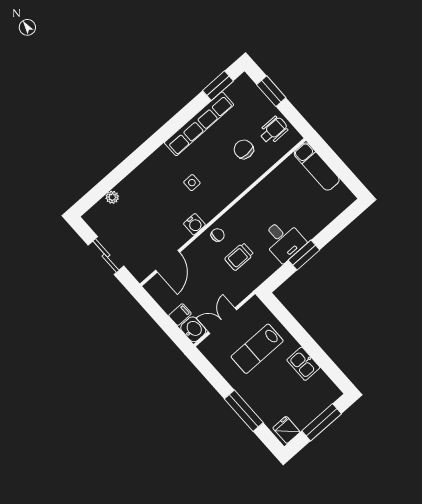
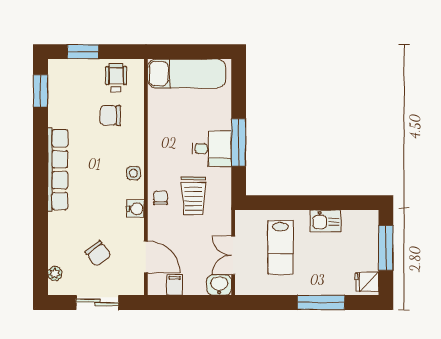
row of seats: (199, 124) -> (58, 170), moved
exam couch: (317, 166) -> (187, 73), width x1.36, depth x1.45
side table: (192, 183) -> (134, 173), moved
plant: (112, 197) -> (55, 273), moved
chair: (140, 226) -> (98, 254), added
window: (304, 255) -> (239, 142), width x1.44
trolley: (239, 257) -> (193, 196), width x1.36, depth x1.39
filing cabinet: (180, 315) -> (175, 285), moved

